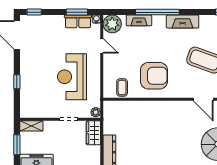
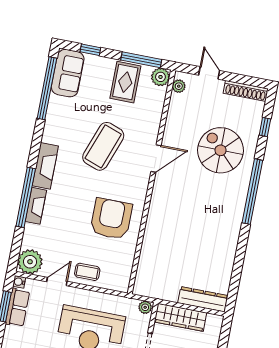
fireplace: (139, 20) -> (36, 206), moved
coffee table: (122, 87) -> (87, 272), moved
wardrobe: (93, 133) -> (180, 317), width x1.50

